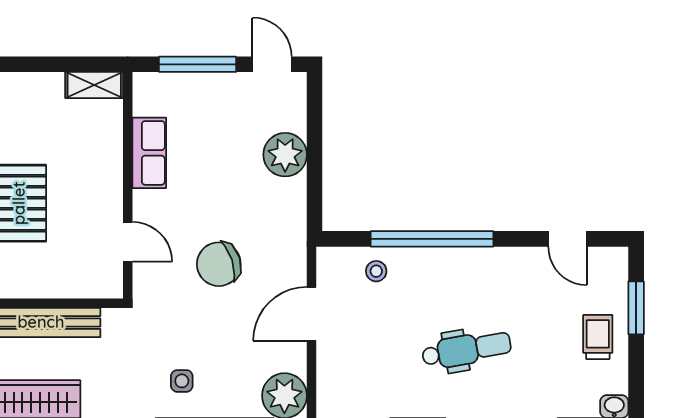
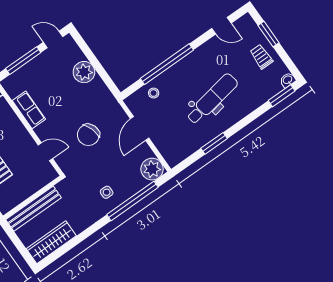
dental chair: (466, 350) -> (212, 99), width x1.36, depth x1.38

